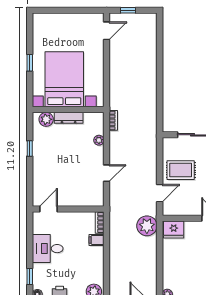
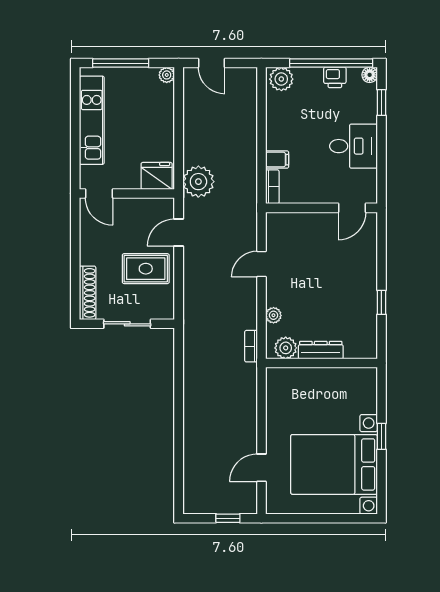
door: (107, 31) -> (261, 468), moved
bed with nightstands: (64, 79) -> (334, 464), moved, turned 90
plant: (46, 119) -> (286, 348), moved

